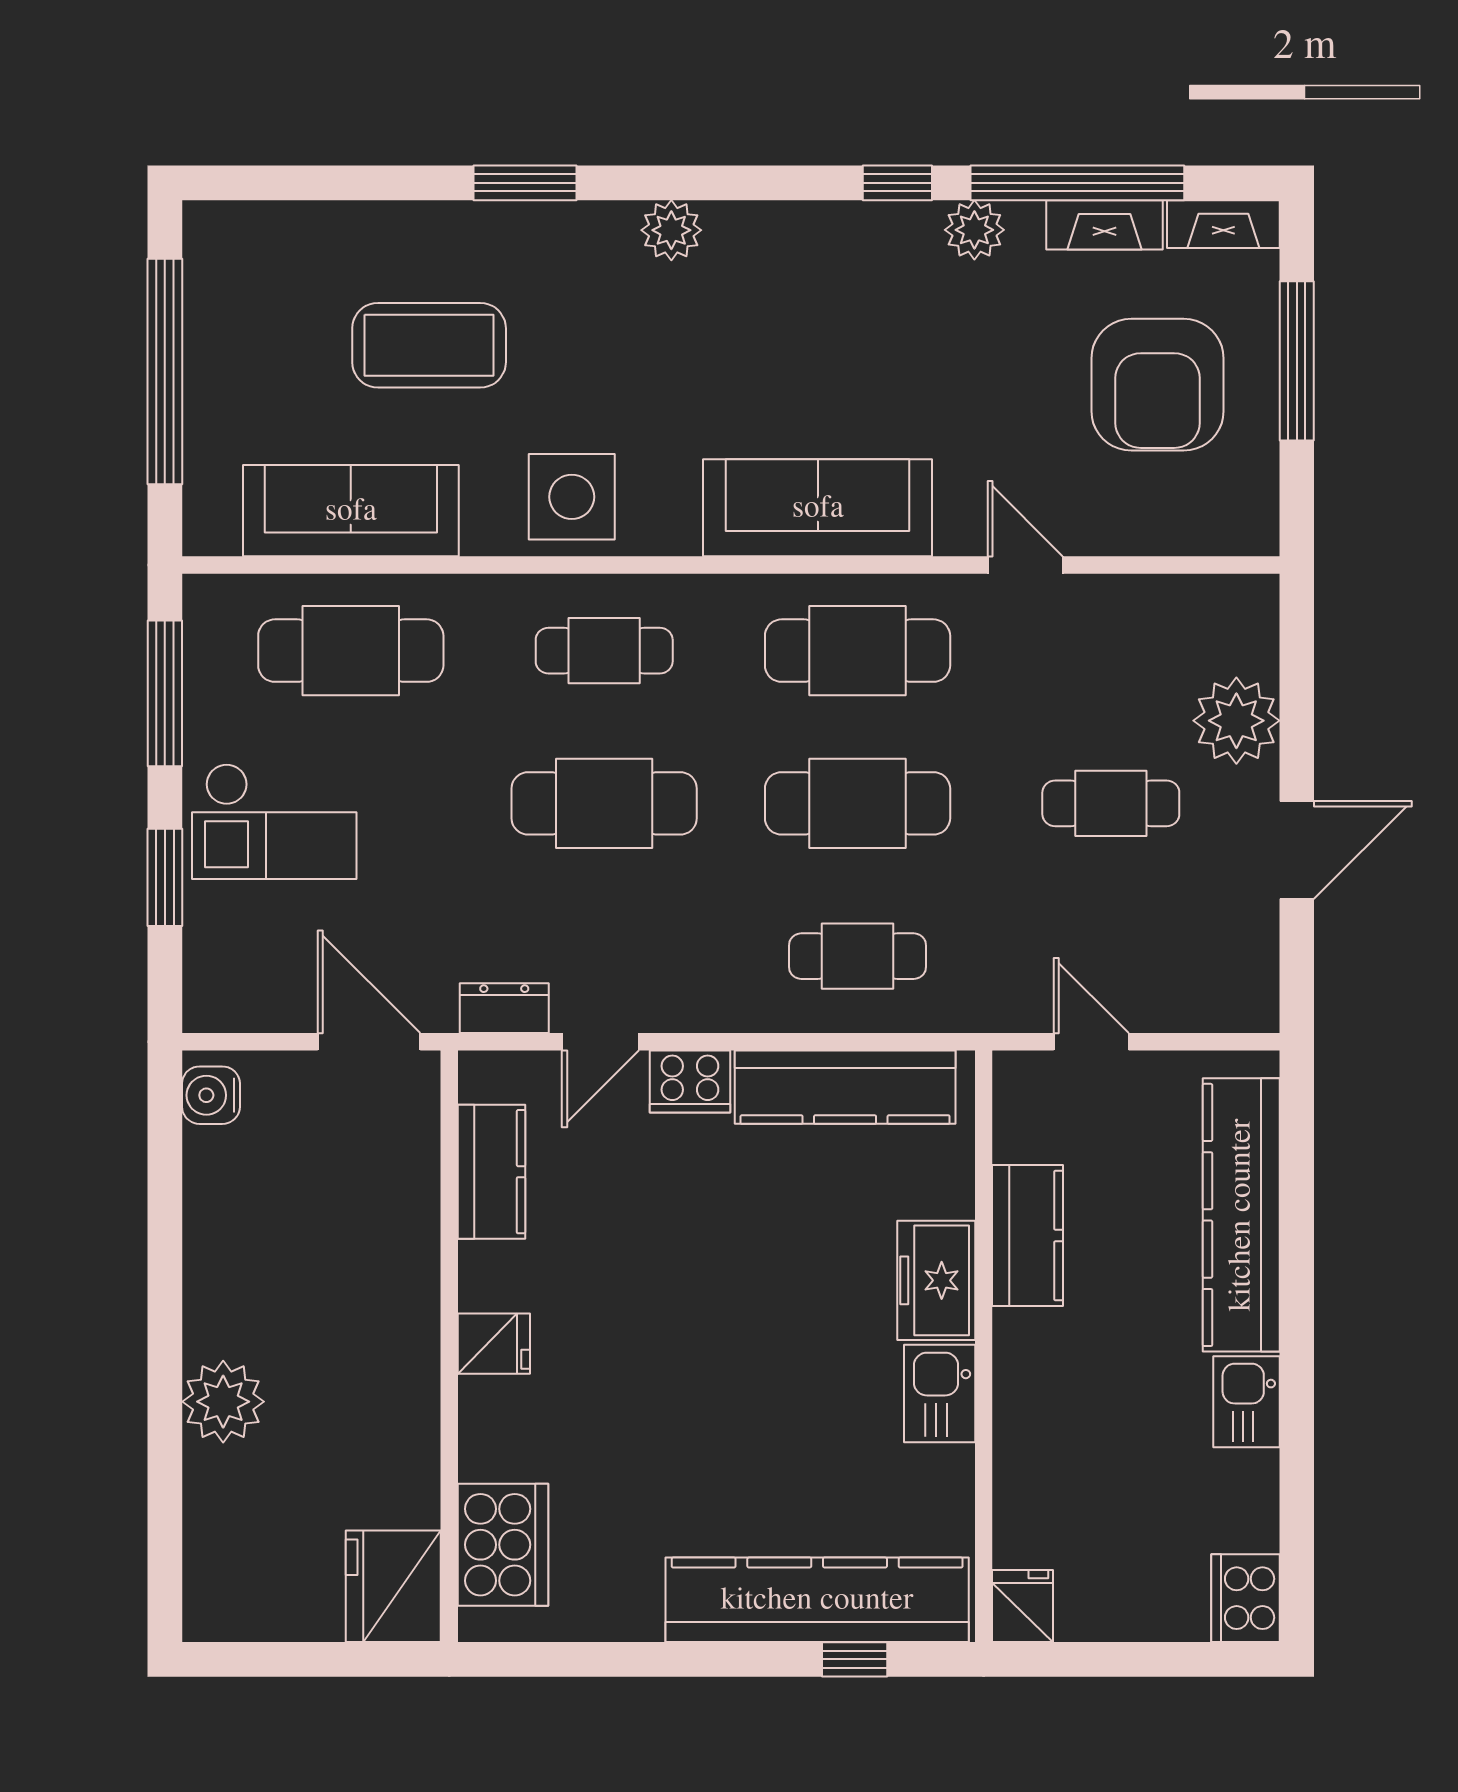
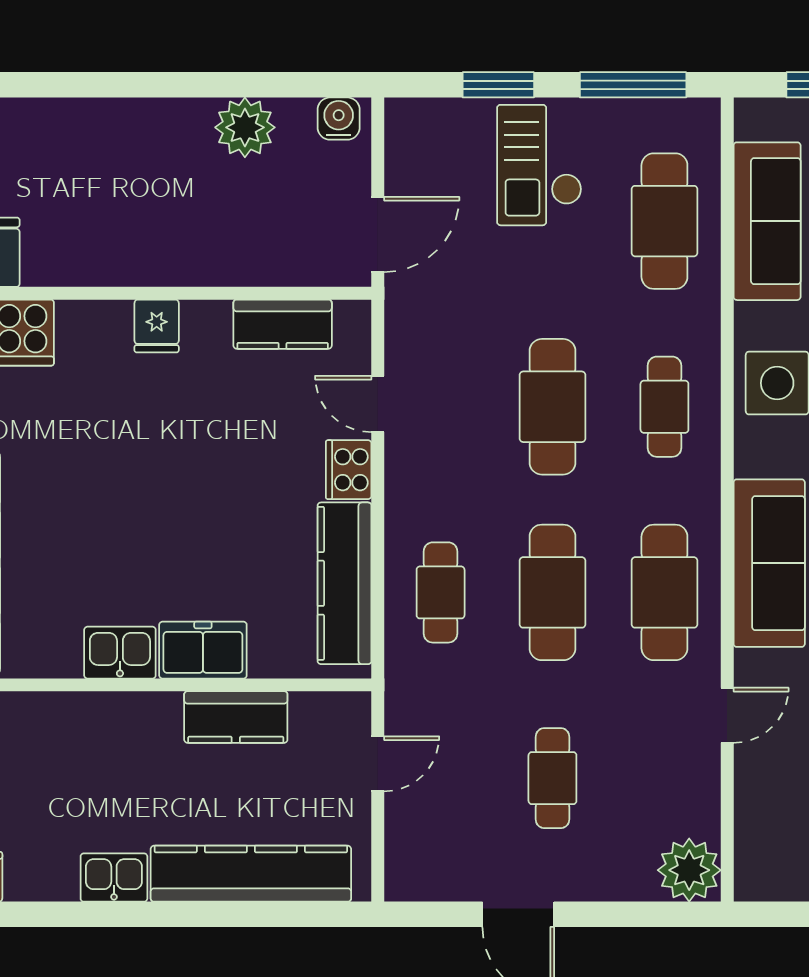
plant: (1236, 721) -> (689, 870), moved
dresser: (504, 1008) -> (402, 334), removed
plant: (223, 1402) -> (245, 127), moved

